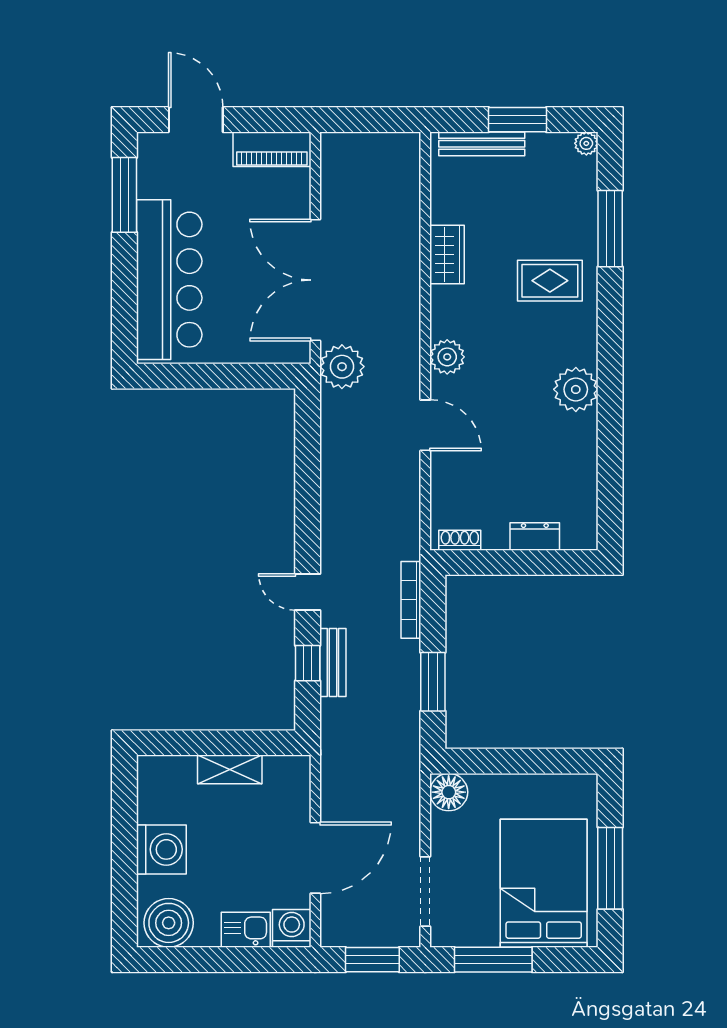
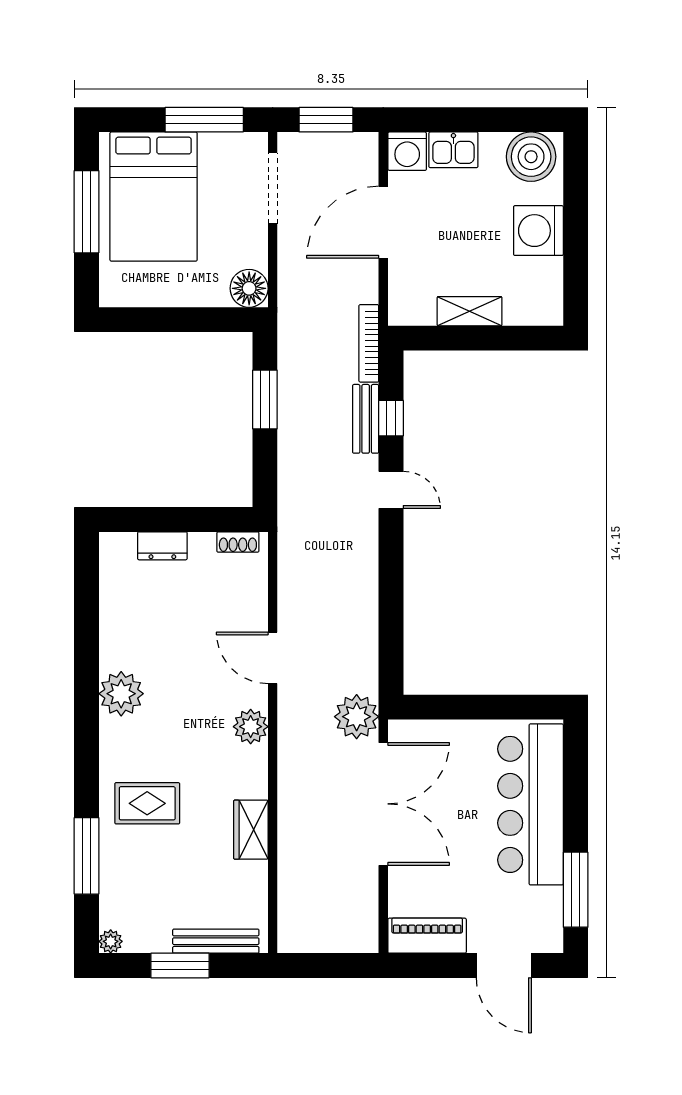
bookcase: (411, 600) -> (369, 343), moved, turned 180

